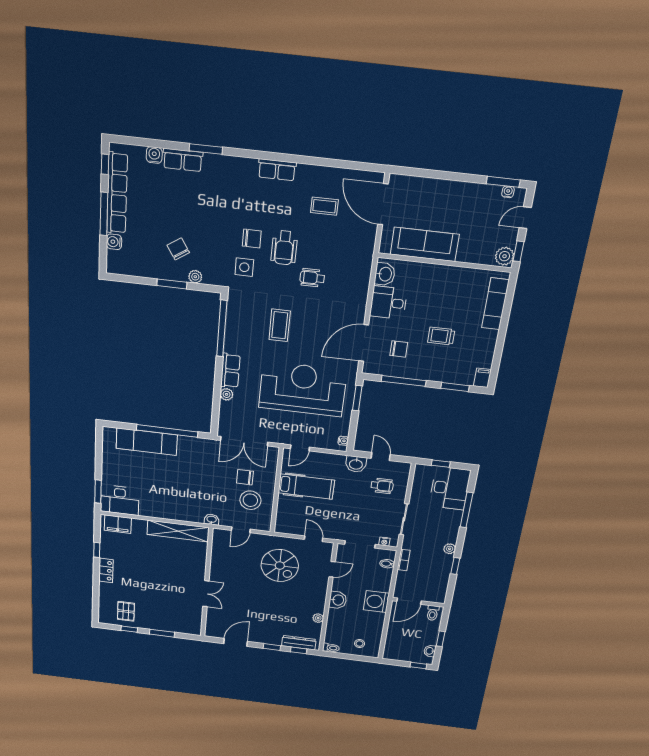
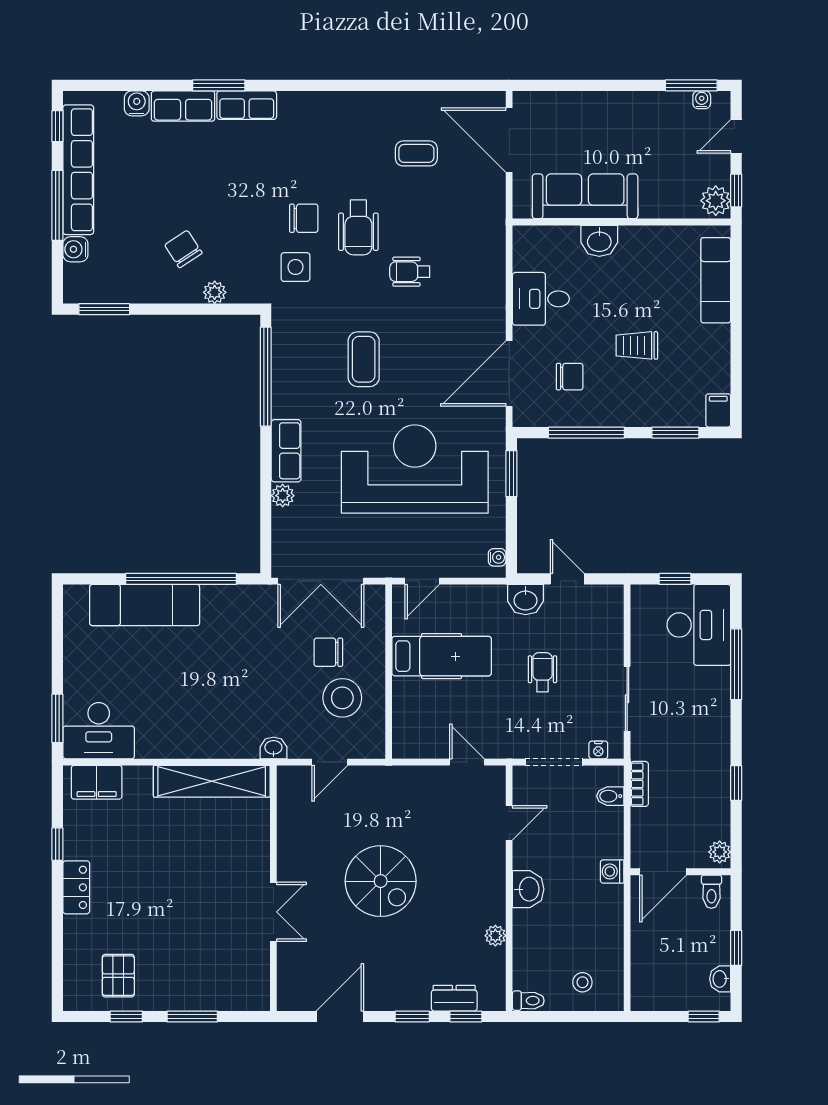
row of seats: (277, 170) -> (247, 105), moved
washbasin: (385, 274) -> (599, 241), moved, turned 90
window: (172, 284) -> (104, 309), moved
wheelchair: (382, 486) -> (542, 672), moved, turned -90
plant: (450, 549) -> (720, 852), moved
spiral stairs: (280, 566) -> (381, 881), moved
washing machine: (376, 602) -> (612, 871), width x0.53, depth x0.53
dresser: (299, 643) -> (454, 998), width x0.70

